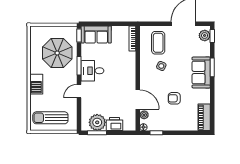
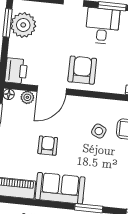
sofa: (201, 72) -> (60, 188), moved
armchair: (123, 81) -> (82, 70), added
printer: (114, 124) -> (16, 71), moved

